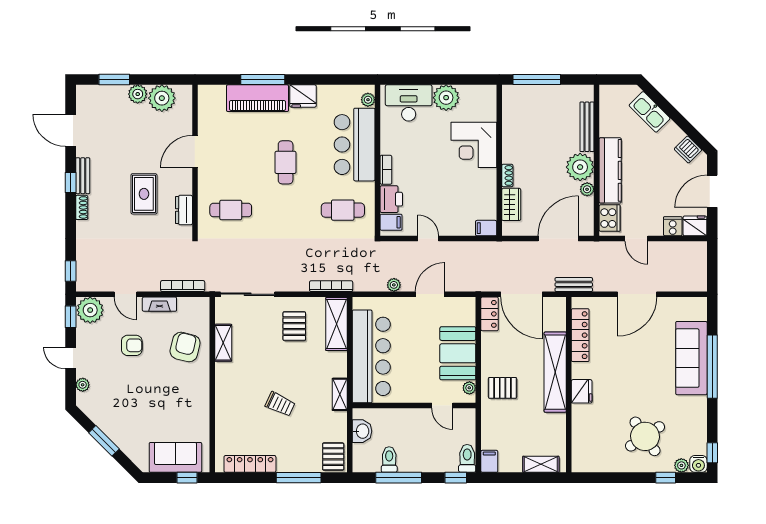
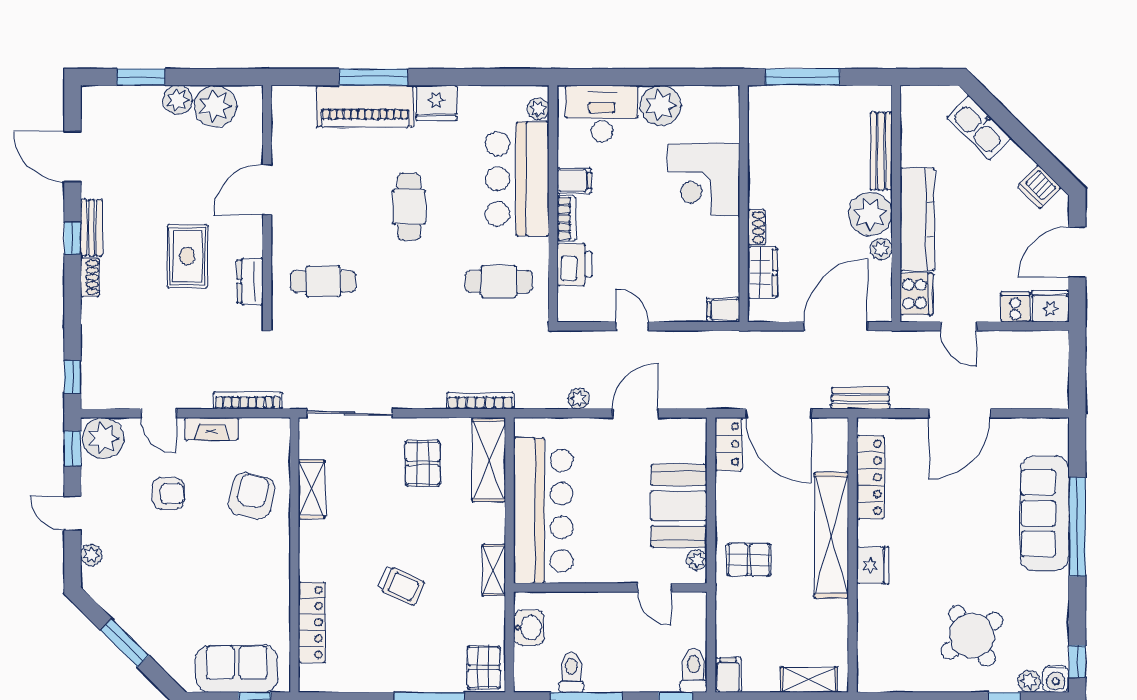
filing cabinet: (391, 222) -> (574, 181), moved
locker: (250, 464) -> (312, 622), moved, turned 90

